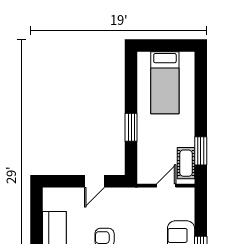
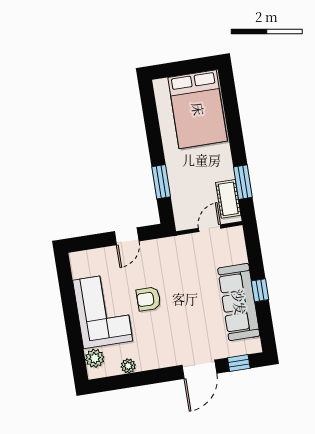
bed: (165, 83) -> (198, 109), width x1.50
window: (131, 127) -> (161, 182), moved

